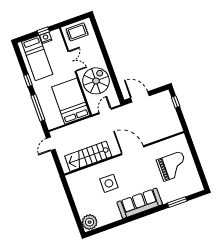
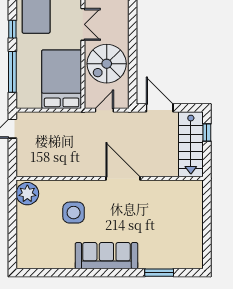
spiral stairs: (96, 81) -> (107, 64), turned 180
stairs: (88, 156) -> (191, 144), moved, turned -90
grand piano: (173, 166) -> (171, 220), removed
plant: (90, 222) -> (27, 194), moved

